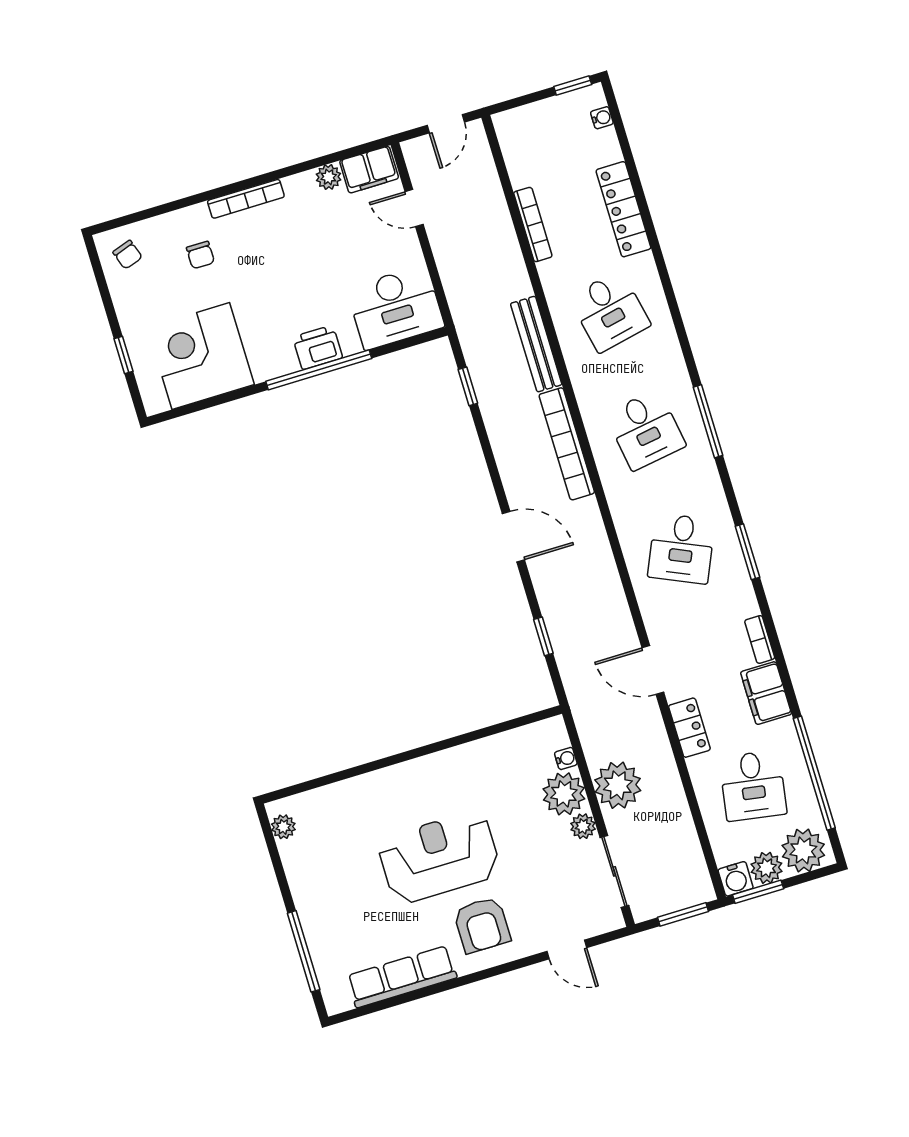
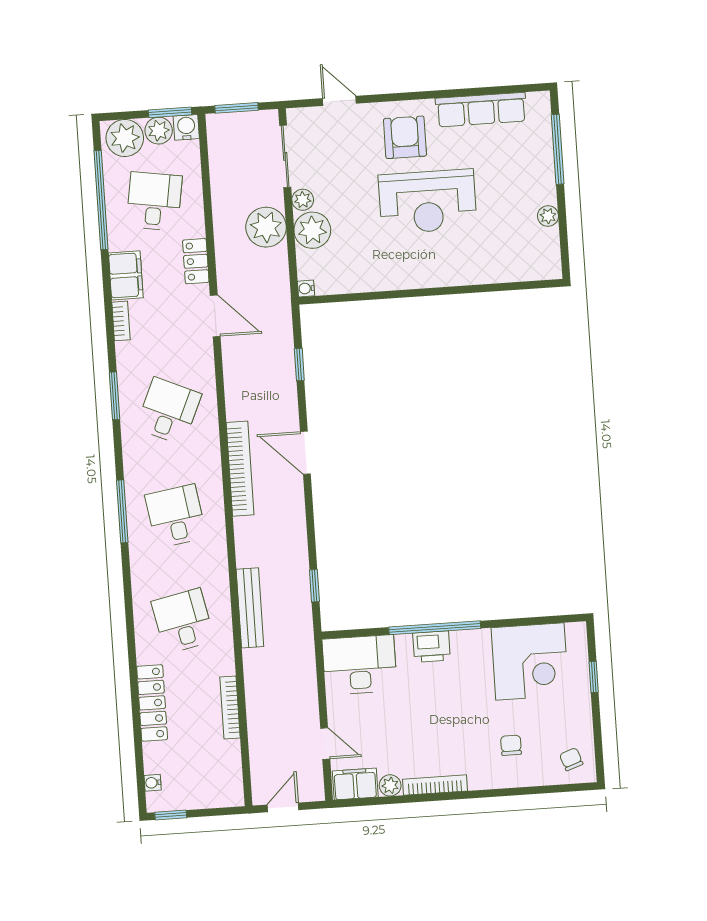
bookcase: (246, 199) -> (435, 785), moved
bookcase: (567, 444) -> (240, 469), moved
water cooler: (566, 758) -> (306, 288), moved
plant: (283, 827) -> (548, 216), moved

